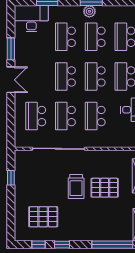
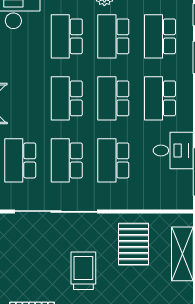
trolley: (76, 187) -> (83, 271), turned 180
pallet: (105, 188) -> (134, 244), moved, turned 90

